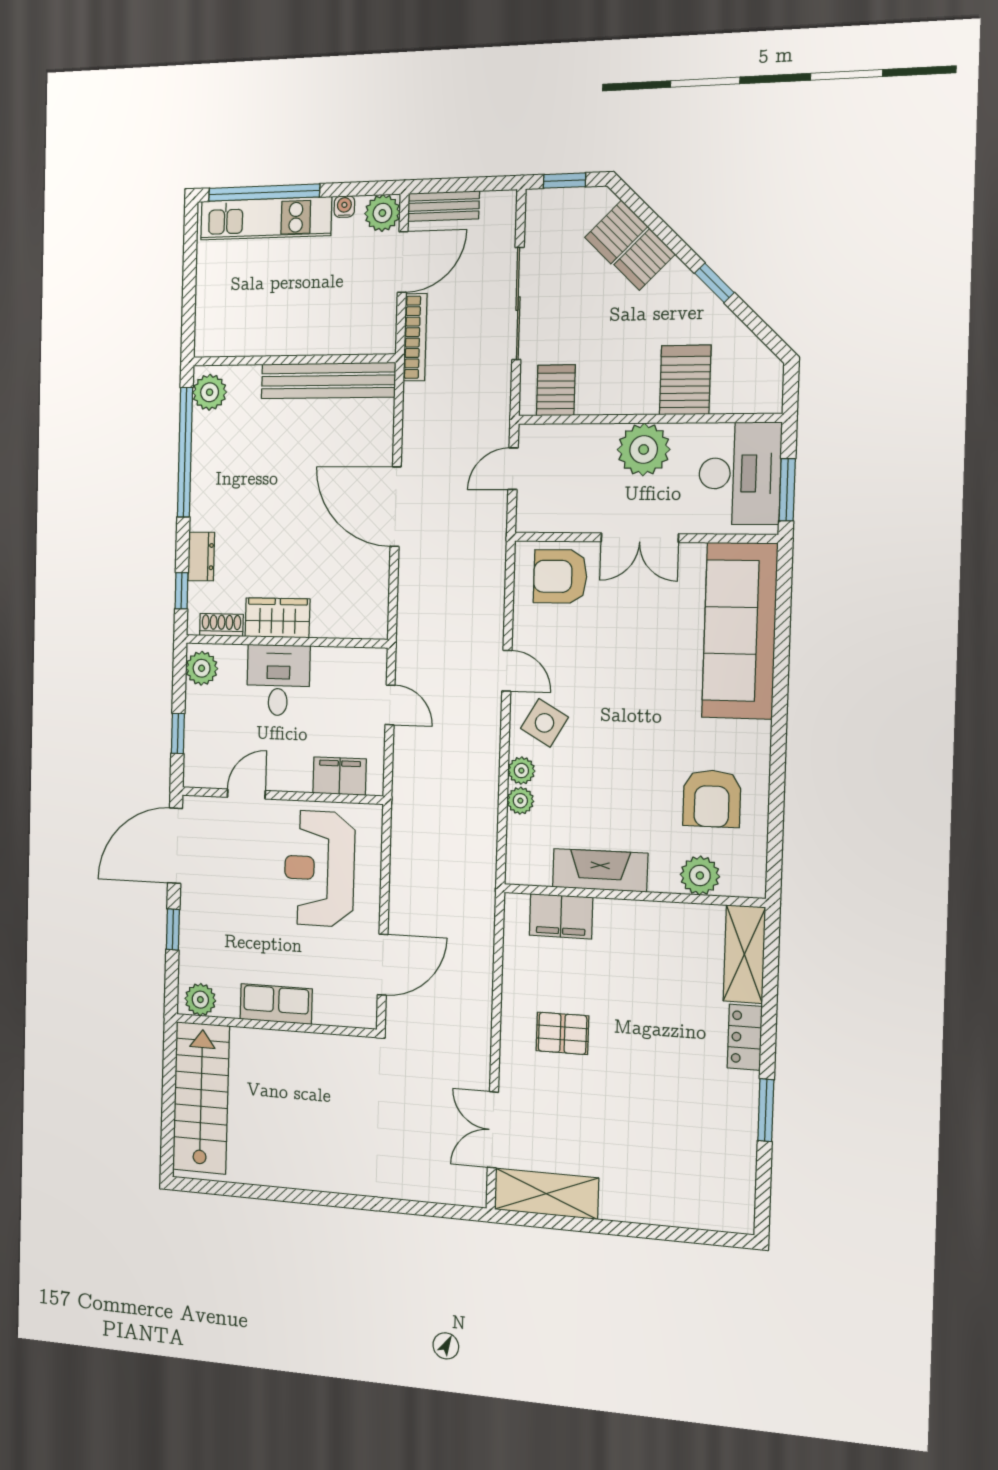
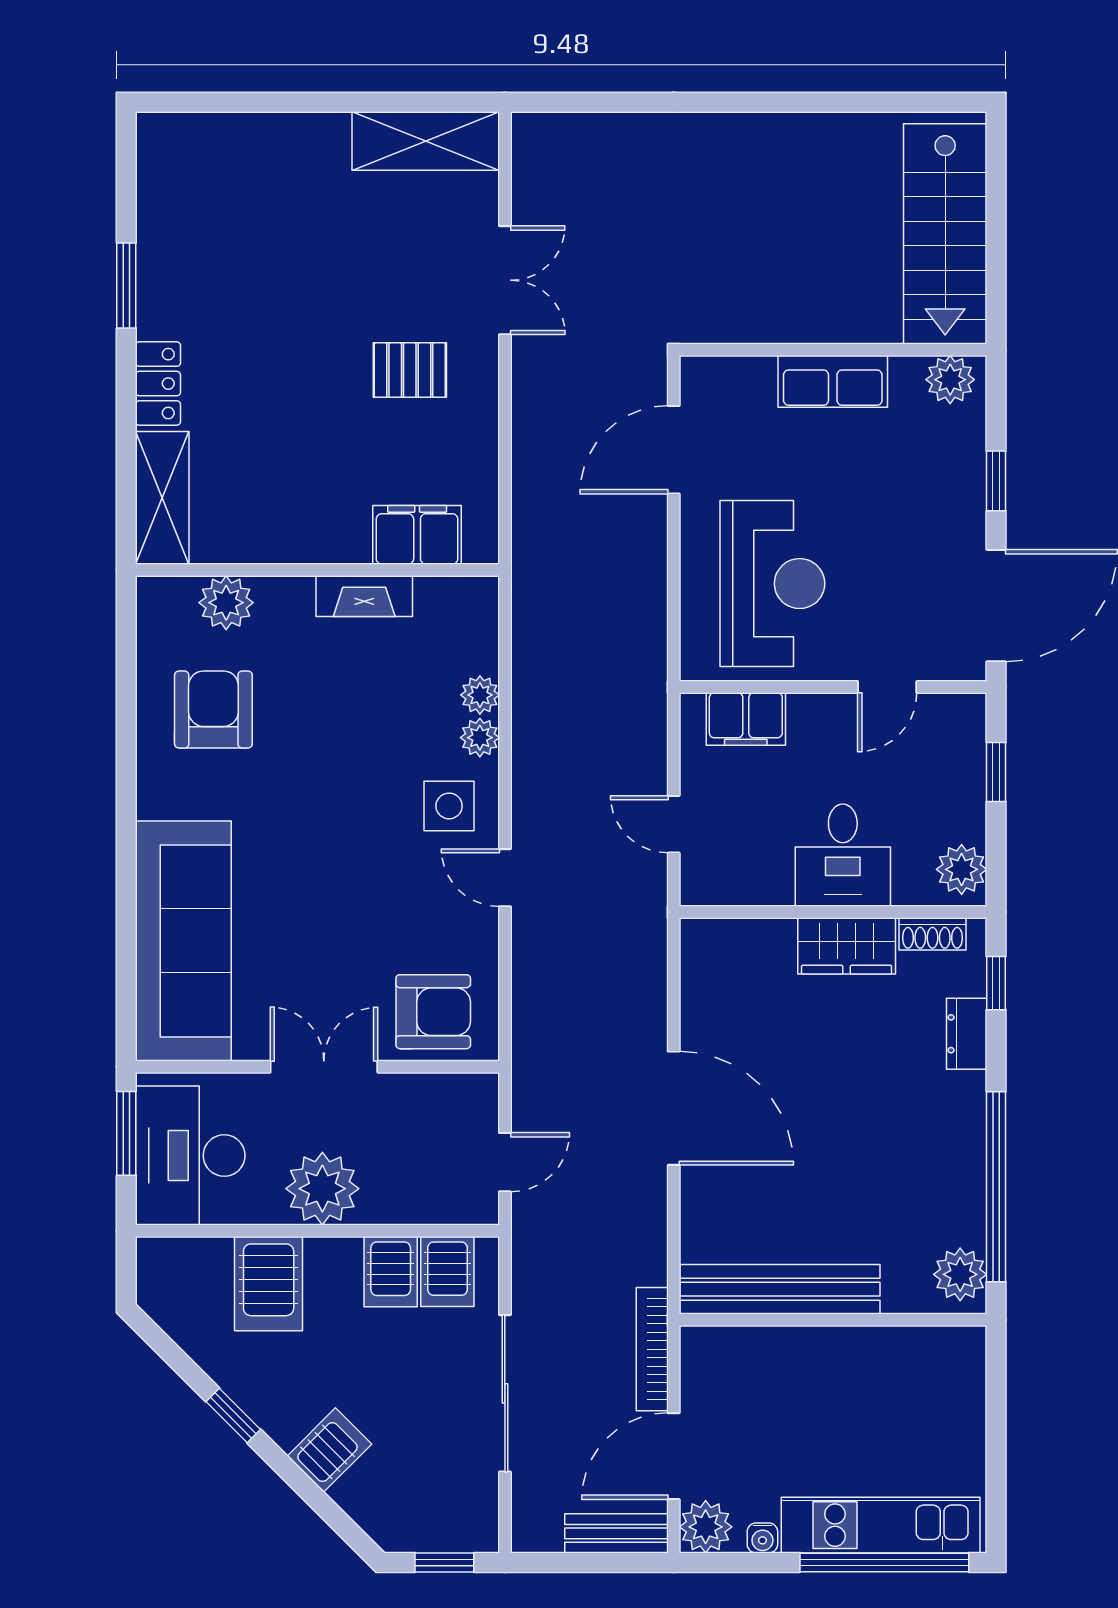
server rack: (616, 232) -> (391, 1272), moved, turned 135
side table: (544, 723) -> (449, 806), turned -30
fireplace: (600, 870) -> (364, 596), width x0.73, depth x0.76
double door: (493, 1130) -> (505, 280), moved

